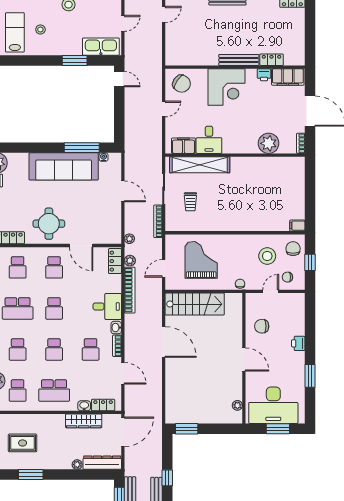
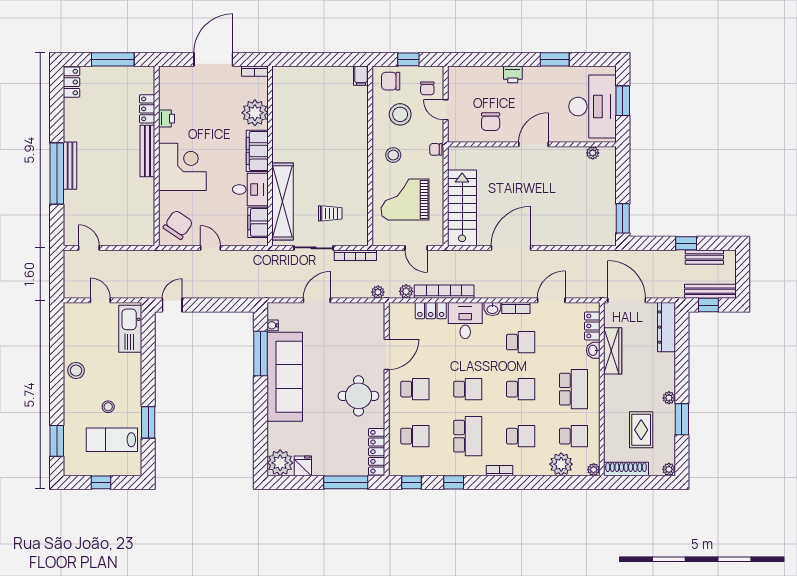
window: (310, 33) -> (113, 59), added
window: (75, 60) -> (148, 422), moved
filing cabinet: (288, 77) -> (257, 151), moved, turned 180
stool: (236, 251) -> (393, 155), added
locker: (115, 261) -> (431, 311), moved
plant: (77, 465) -> (669, 398), moved

